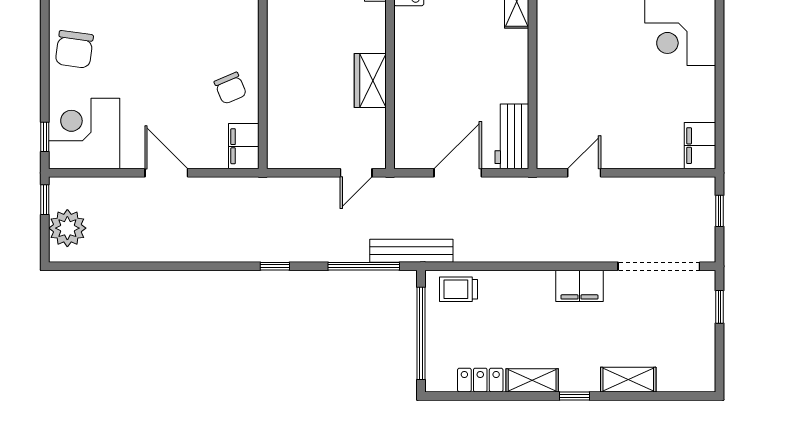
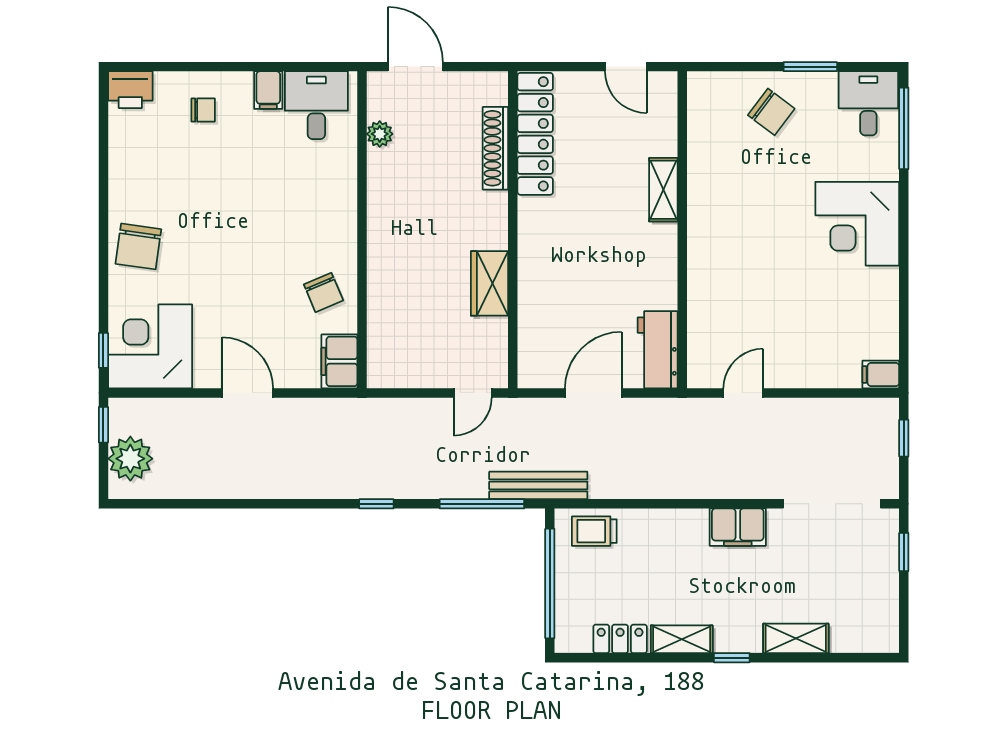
filing cabinet: (700, 146) -> (881, 375), width x0.50

